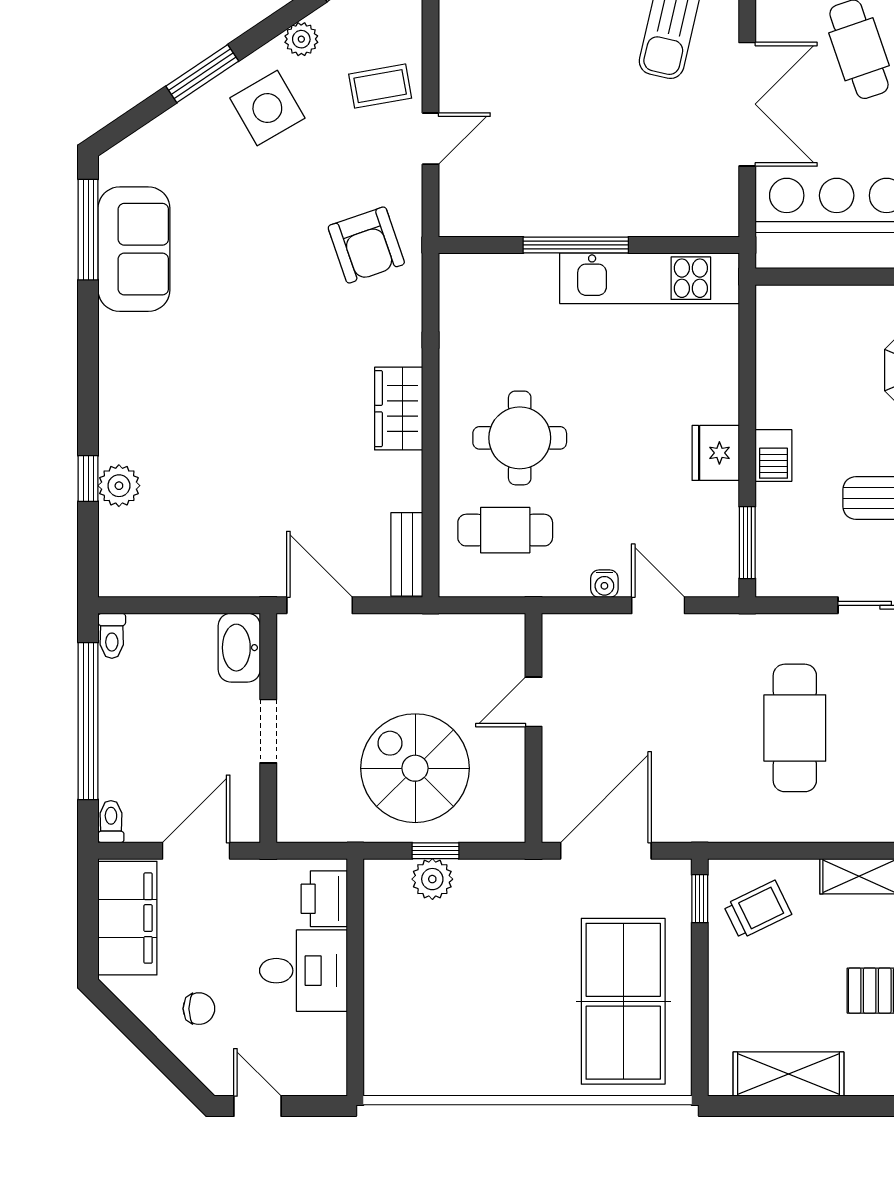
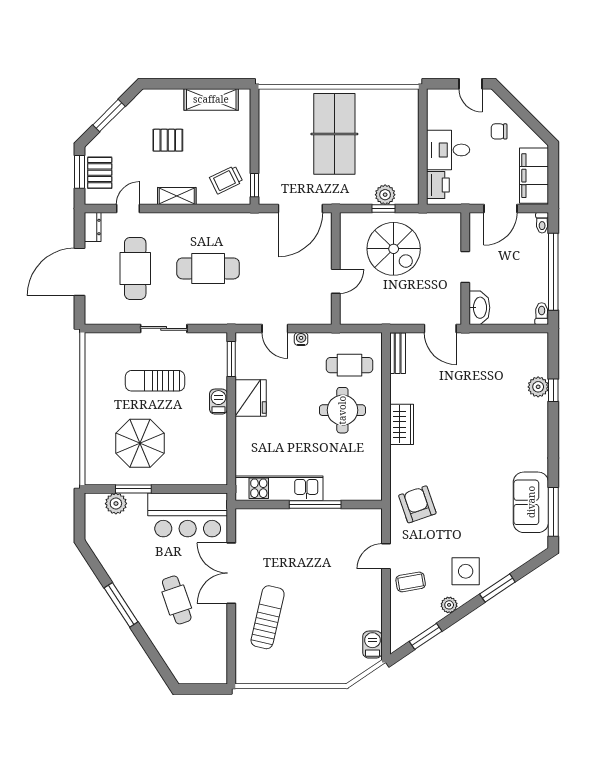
side table: (267, 108) -> (466, 571), turned 30
fridge: (716, 453) -> (251, 398), width x1.36, depth x1.34
cafe table: (795, 728) -> (208, 268), turned 90
table tennis table: (623, 1001) -> (334, 134), moved

